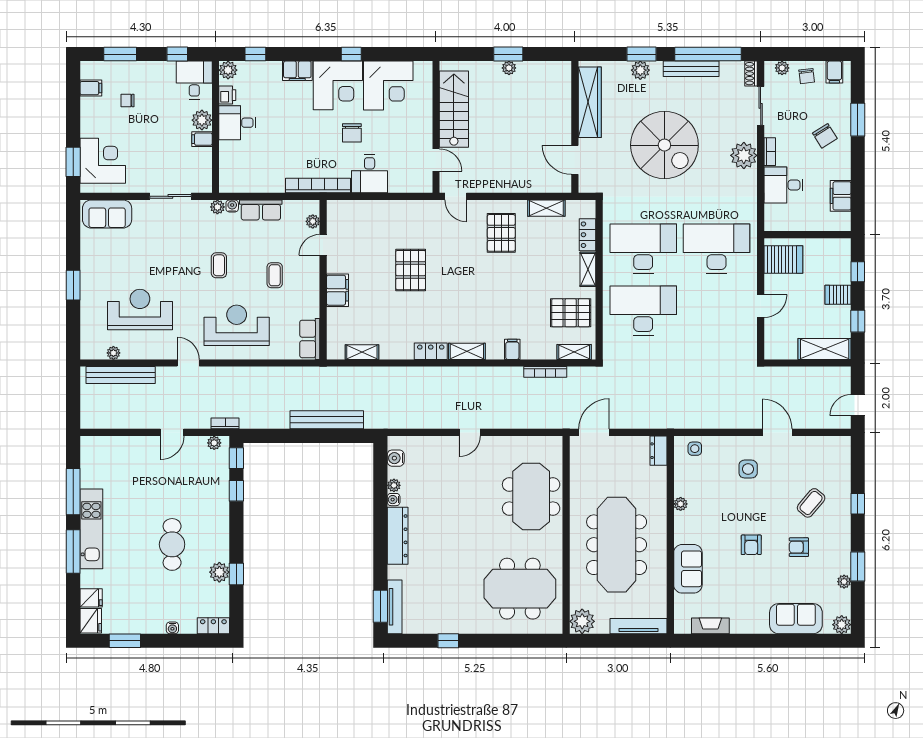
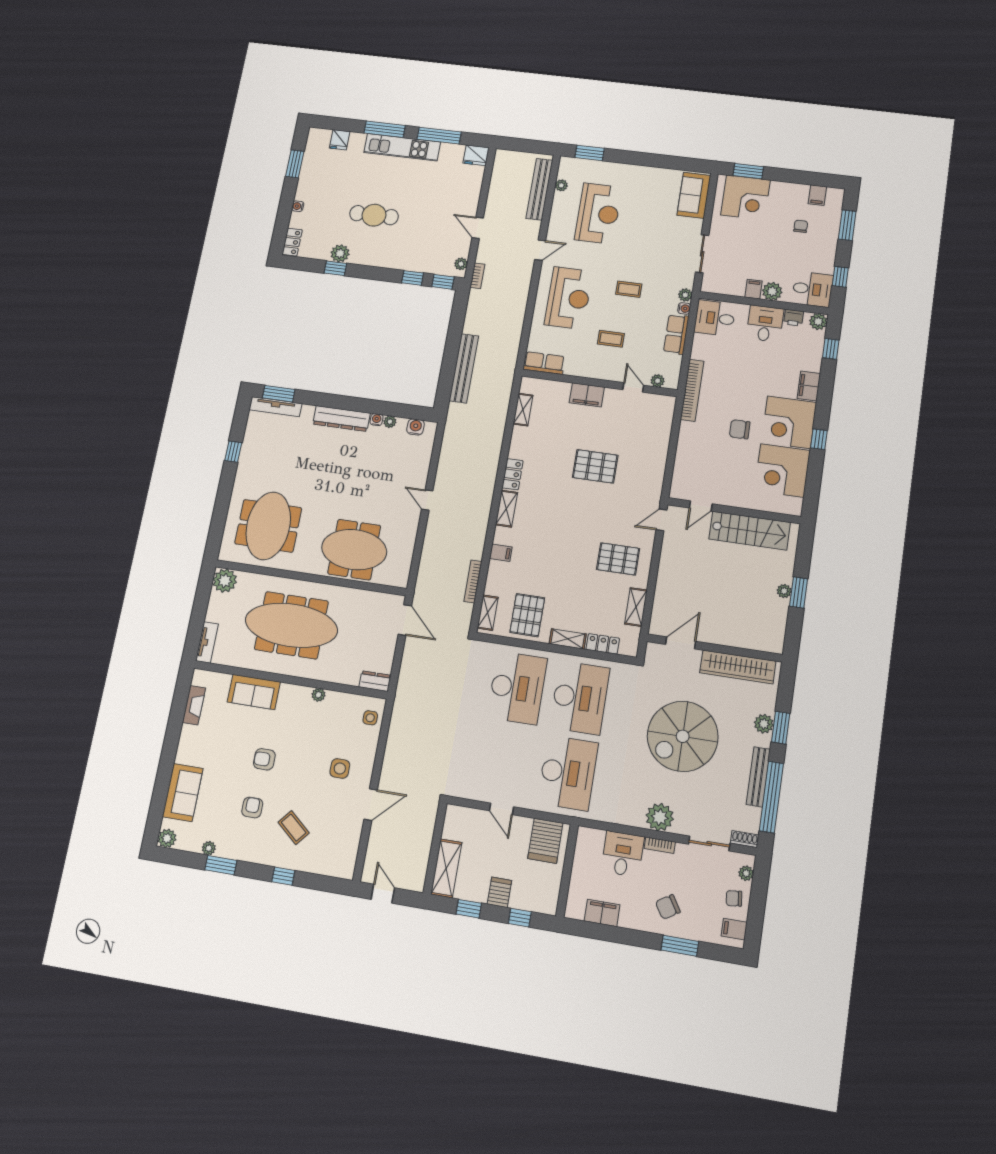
desk: (370, 174) -> (715, 318), moved
window: (73, 285) -> (590, 153), moved
fridge: (91, 621) -> (476, 155), moved
tv unit: (638, 626) -> (207, 642), width x0.71

